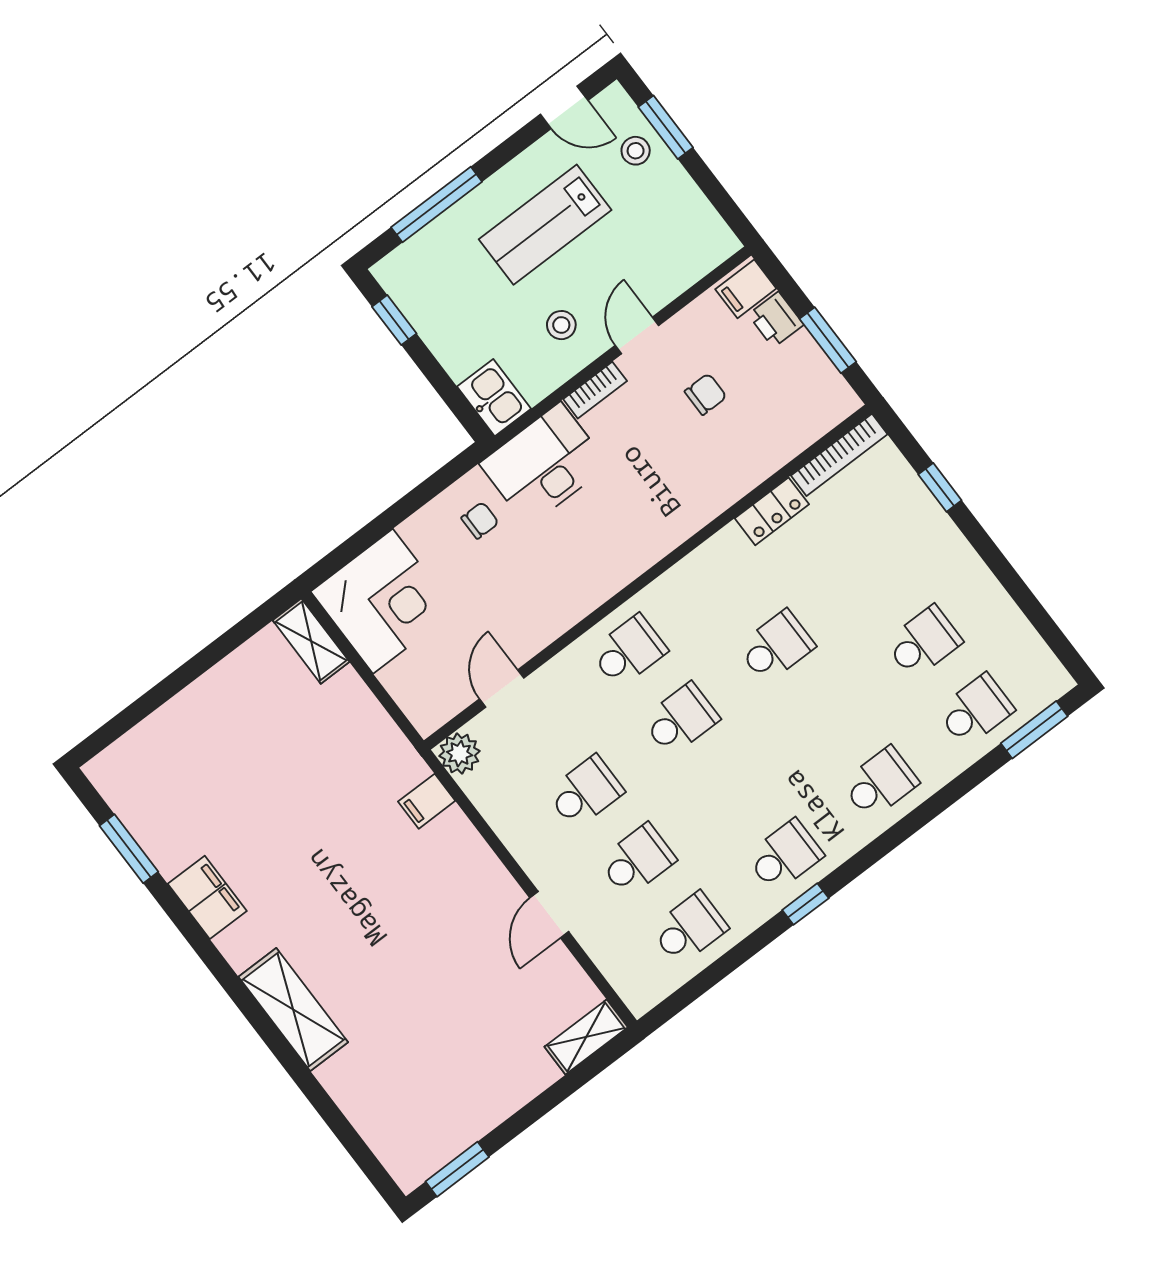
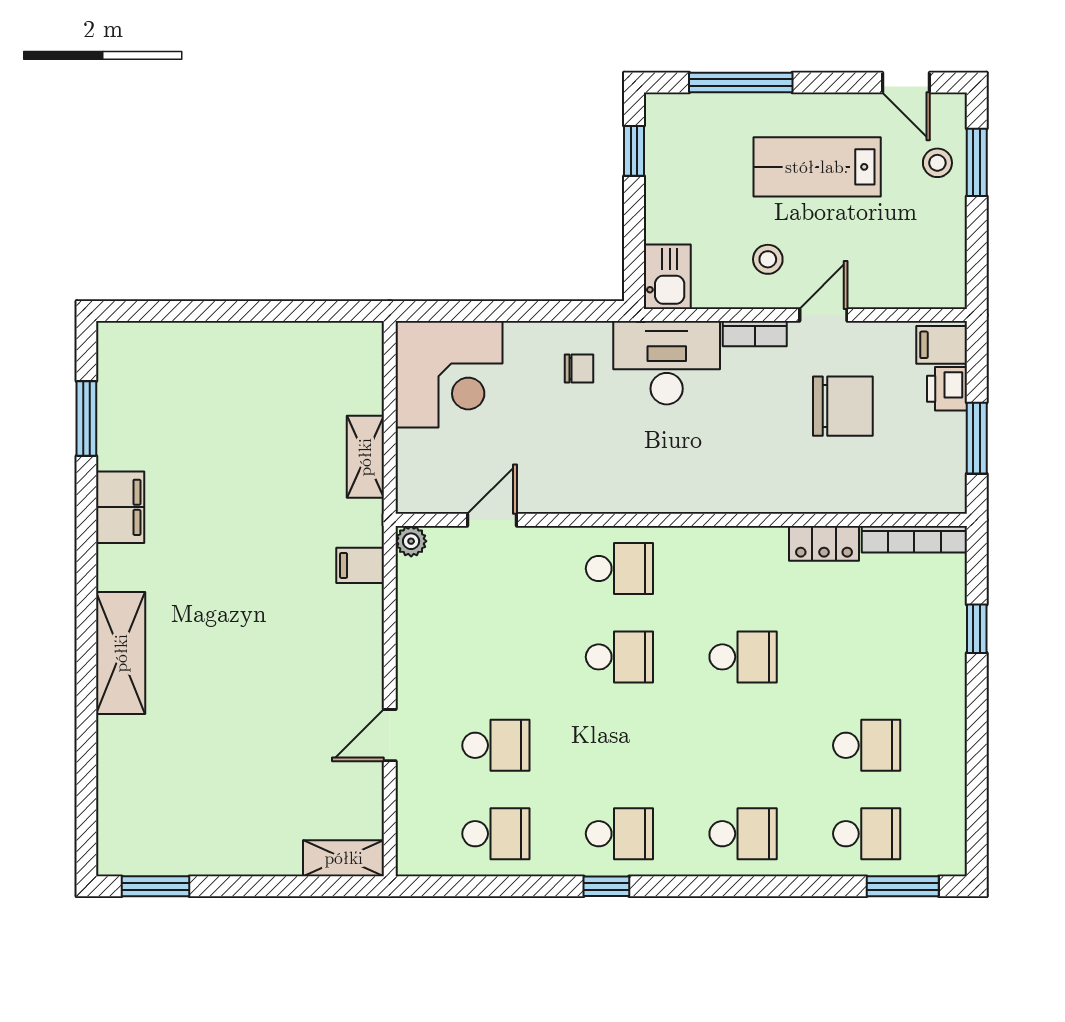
chair: (706, 394) -> (843, 406), width x1.87, depth x1.87
shelving: (311, 641) -> (365, 457), moved
plant: (460, 754) -> (411, 541), width x0.73, depth x0.73
school desk: (585, 792) -> (496, 657), removed

